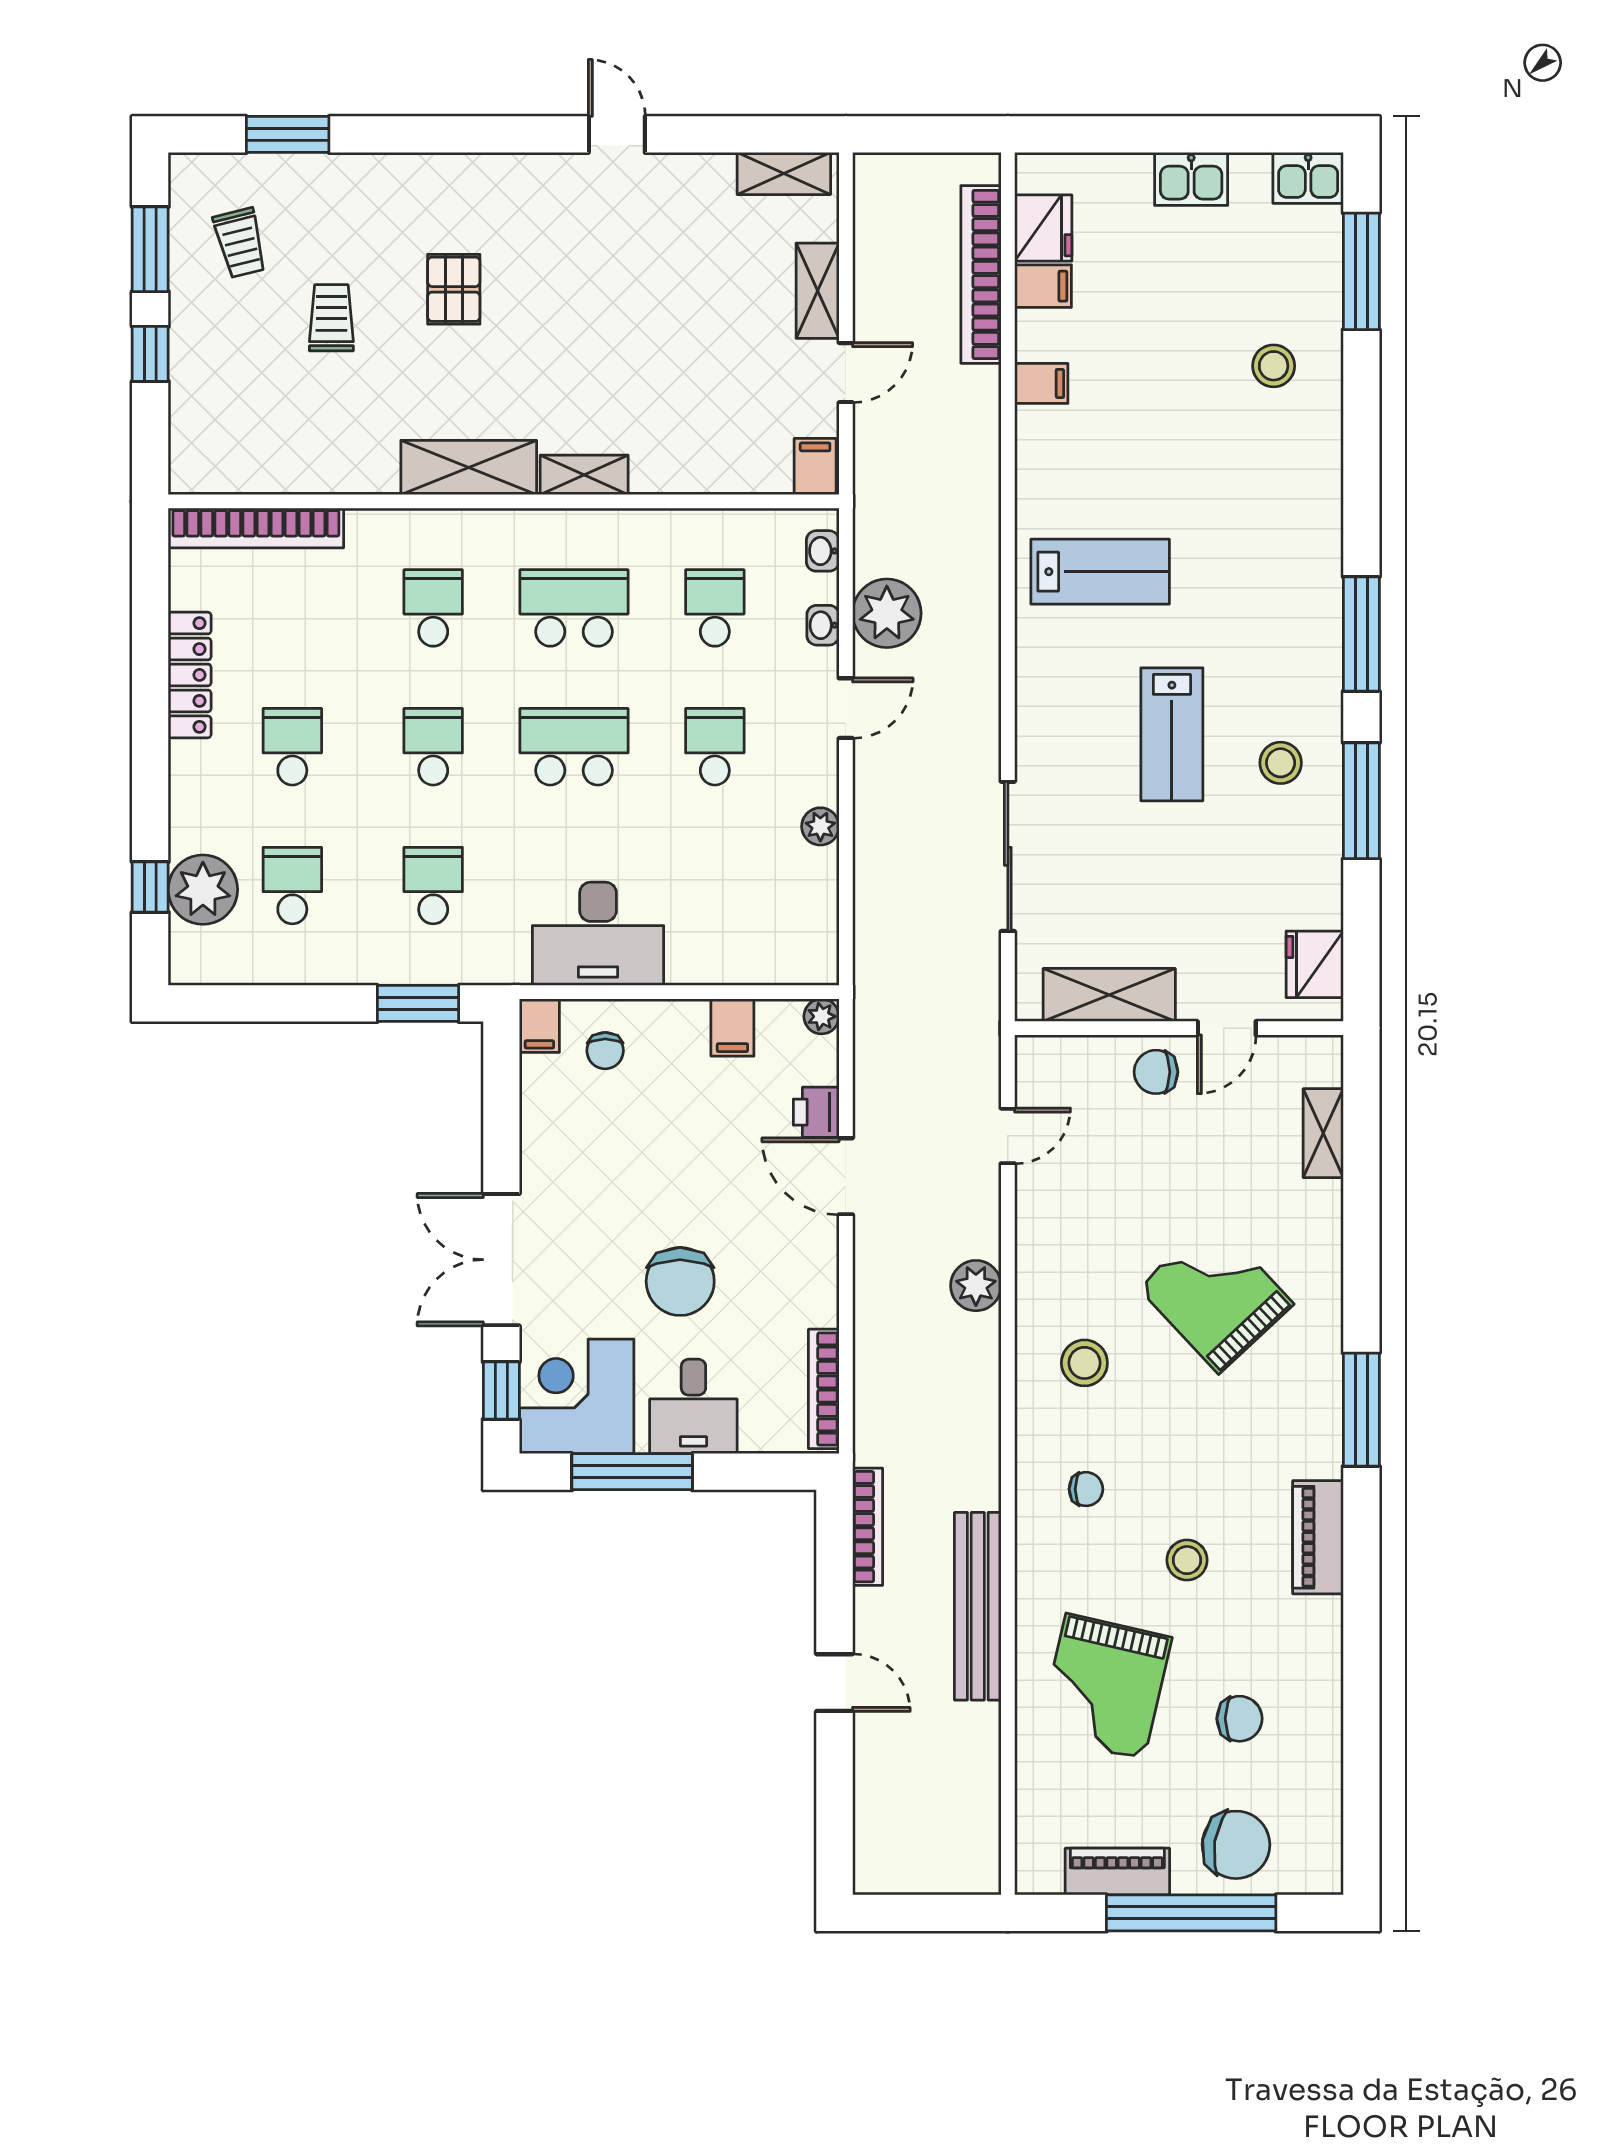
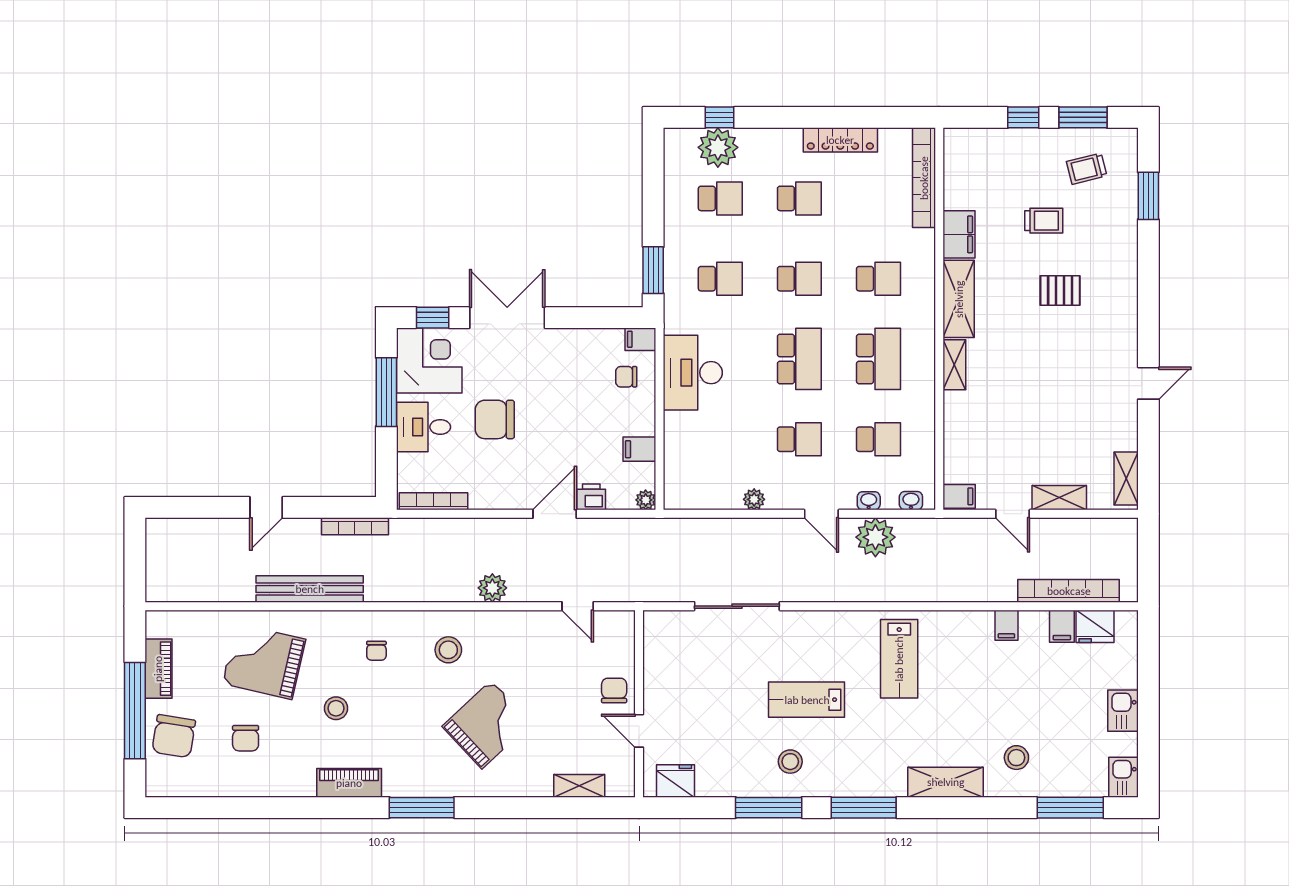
filing cabinet: (355, 467) -> (959, 234), added
shelving: (1109, 995) -> (946, 782), moved, turned 90

